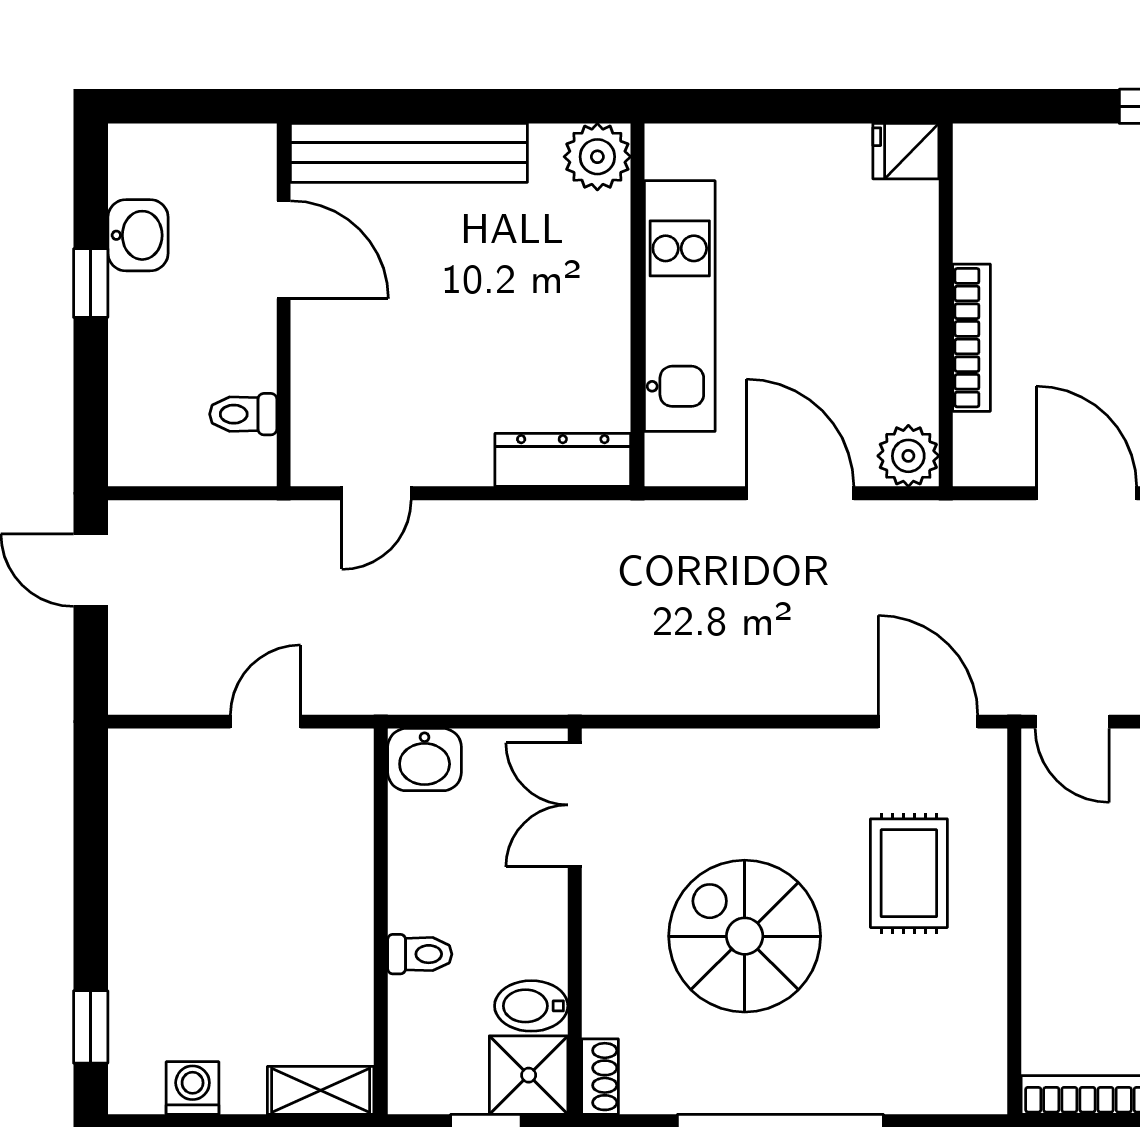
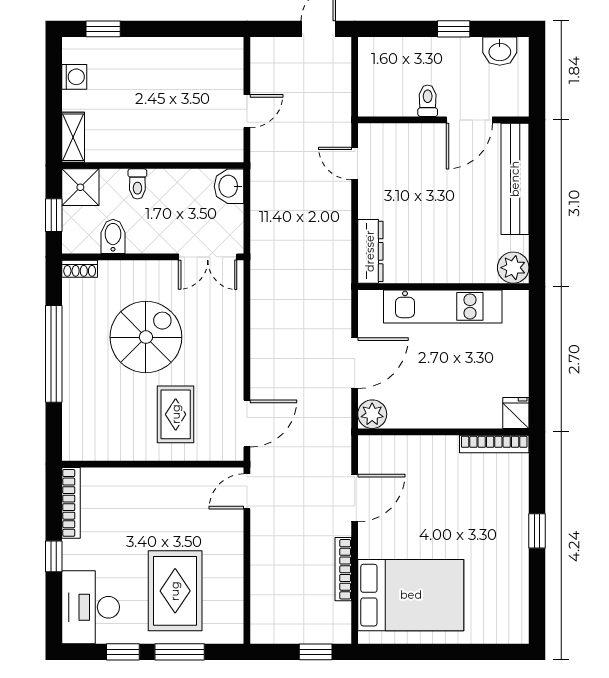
washbasin: (138, 235) -> (500, 51), moved
bookcase: (971, 338) -> (494, 444), moved
toilet: (243, 414) -> (428, 101), moved
door: (265, 722) -> (247, 111), hinge flipped
double door: (575, 805) -> (208, 257), swing flipped
rug: (909, 873) -> (176, 414), turned 90
shower: (529, 1075) -> (80, 187), moved

